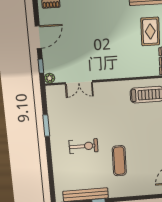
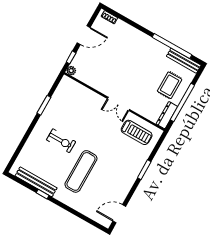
double door: (79, 82) -> (118, 104), moved
exercise mat: (119, 161) -> (81, 171), width x1.36, depth x1.45

